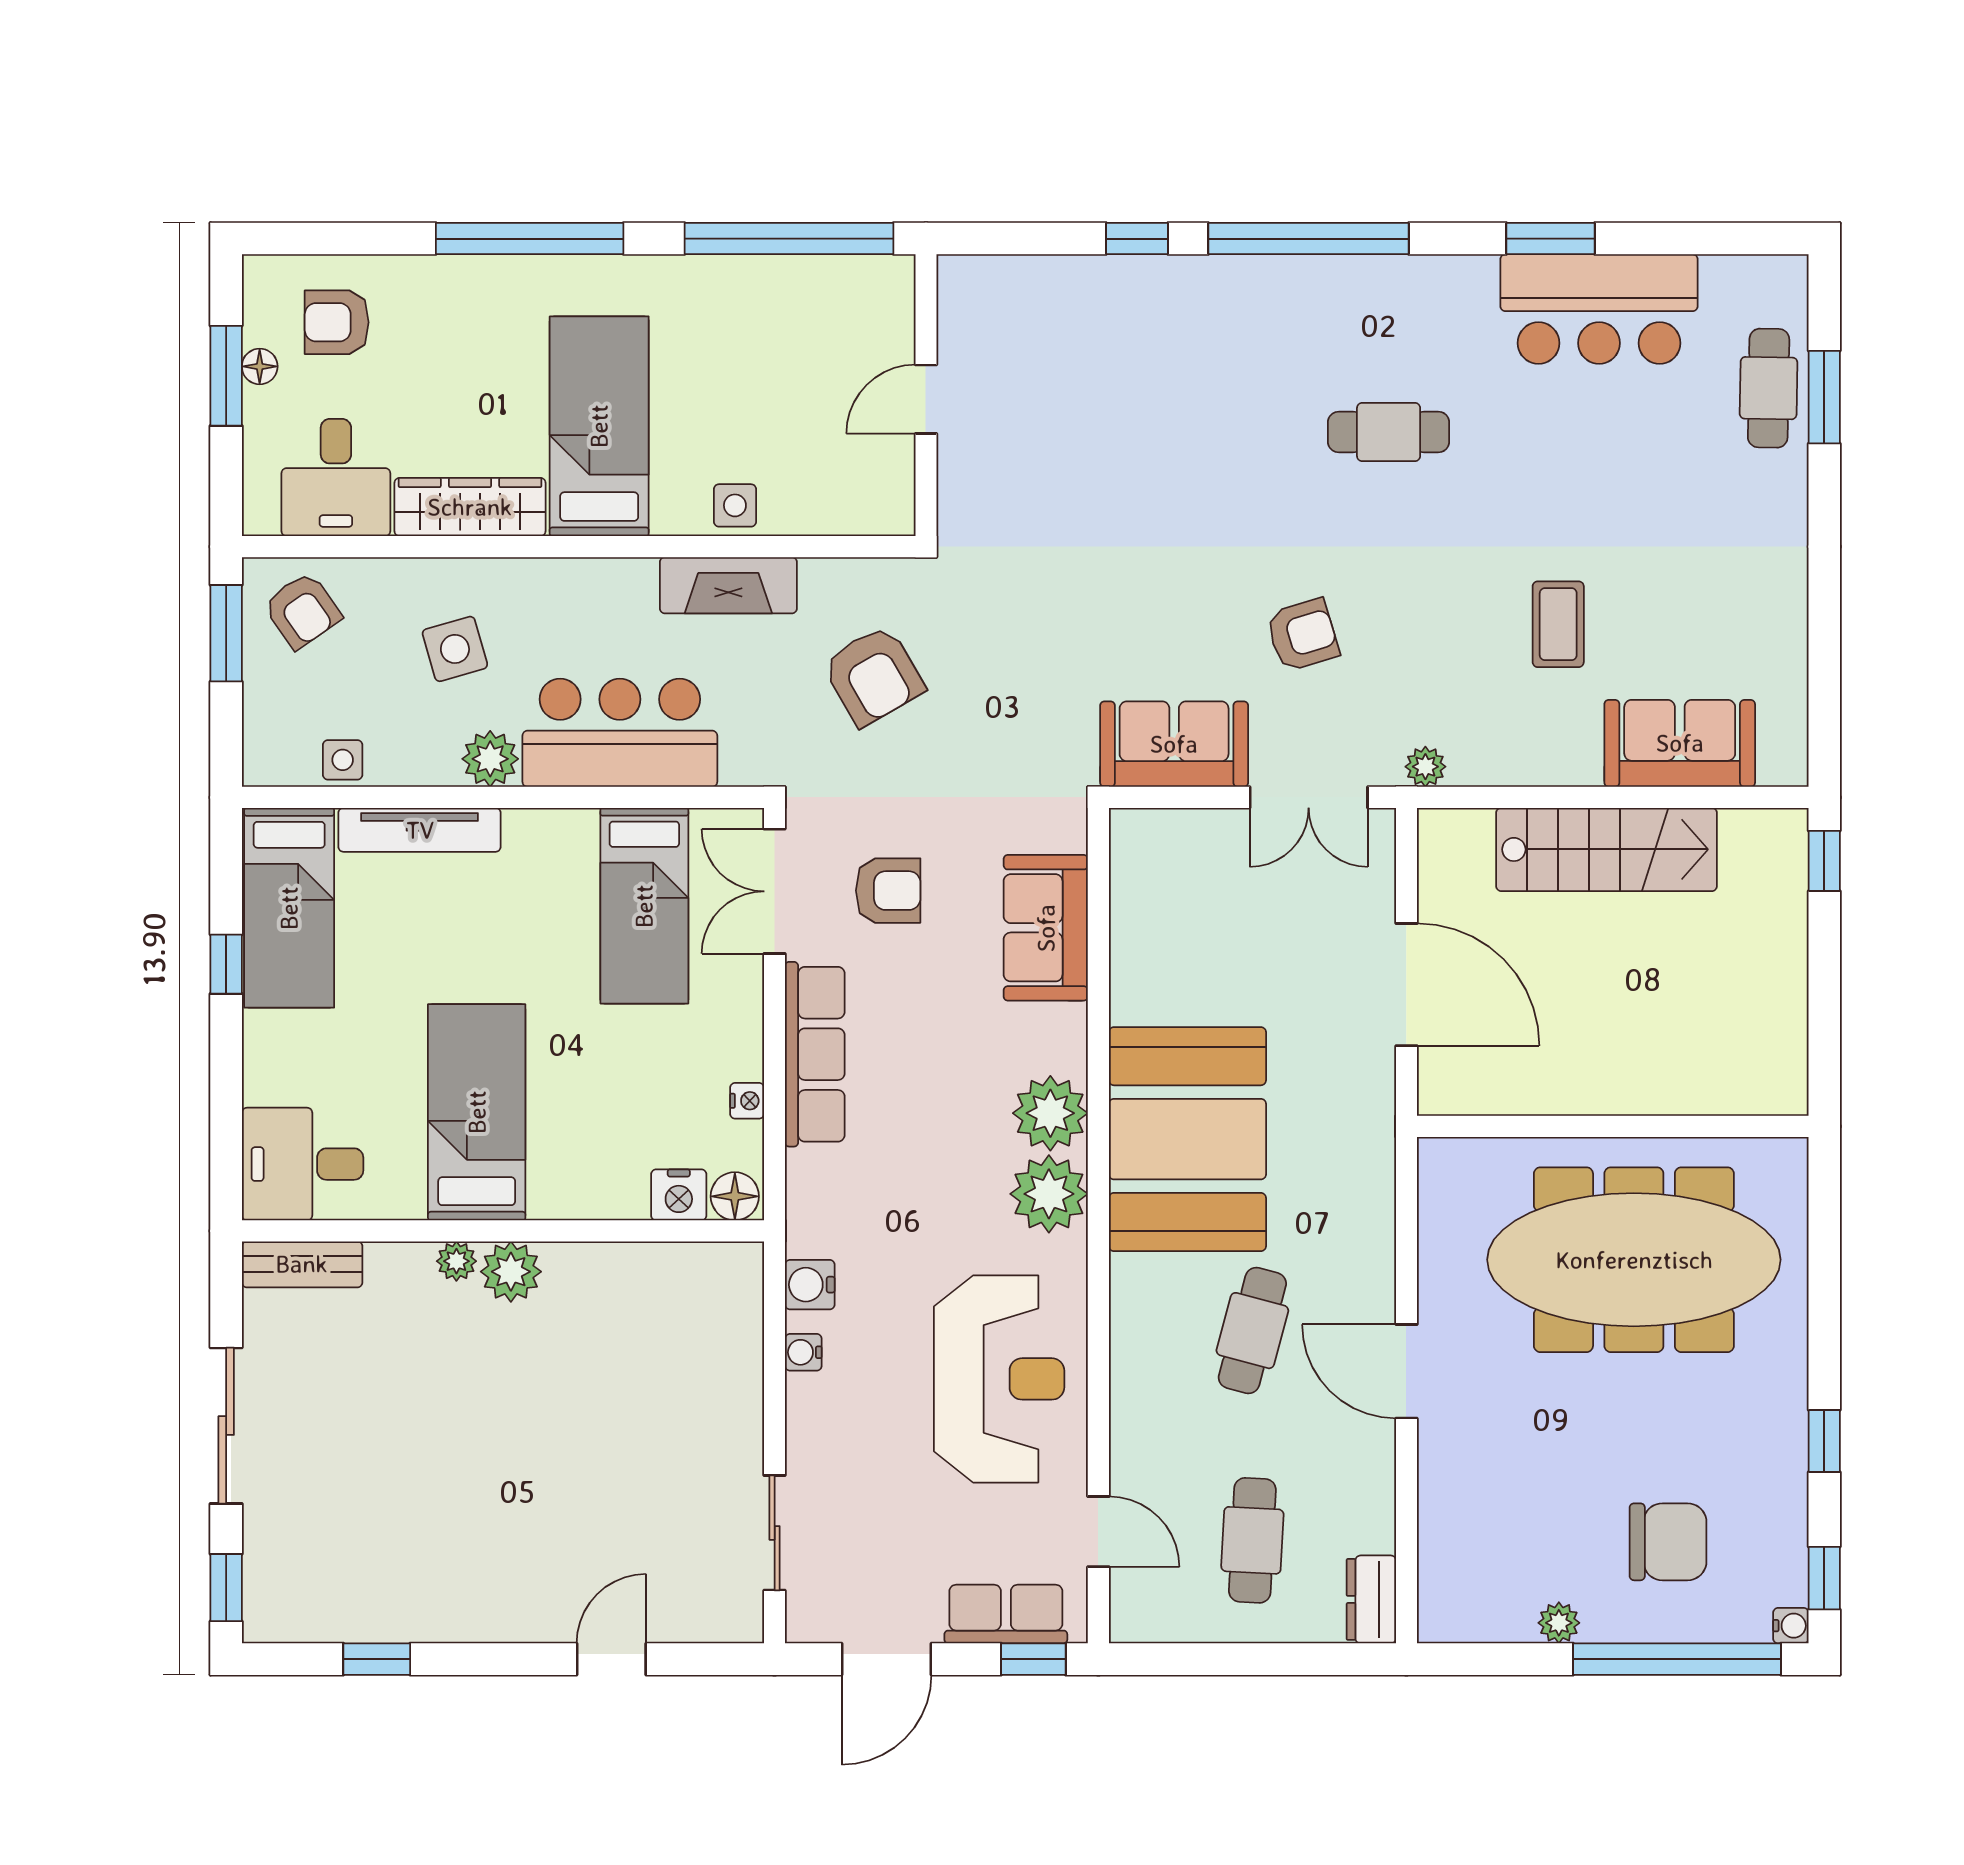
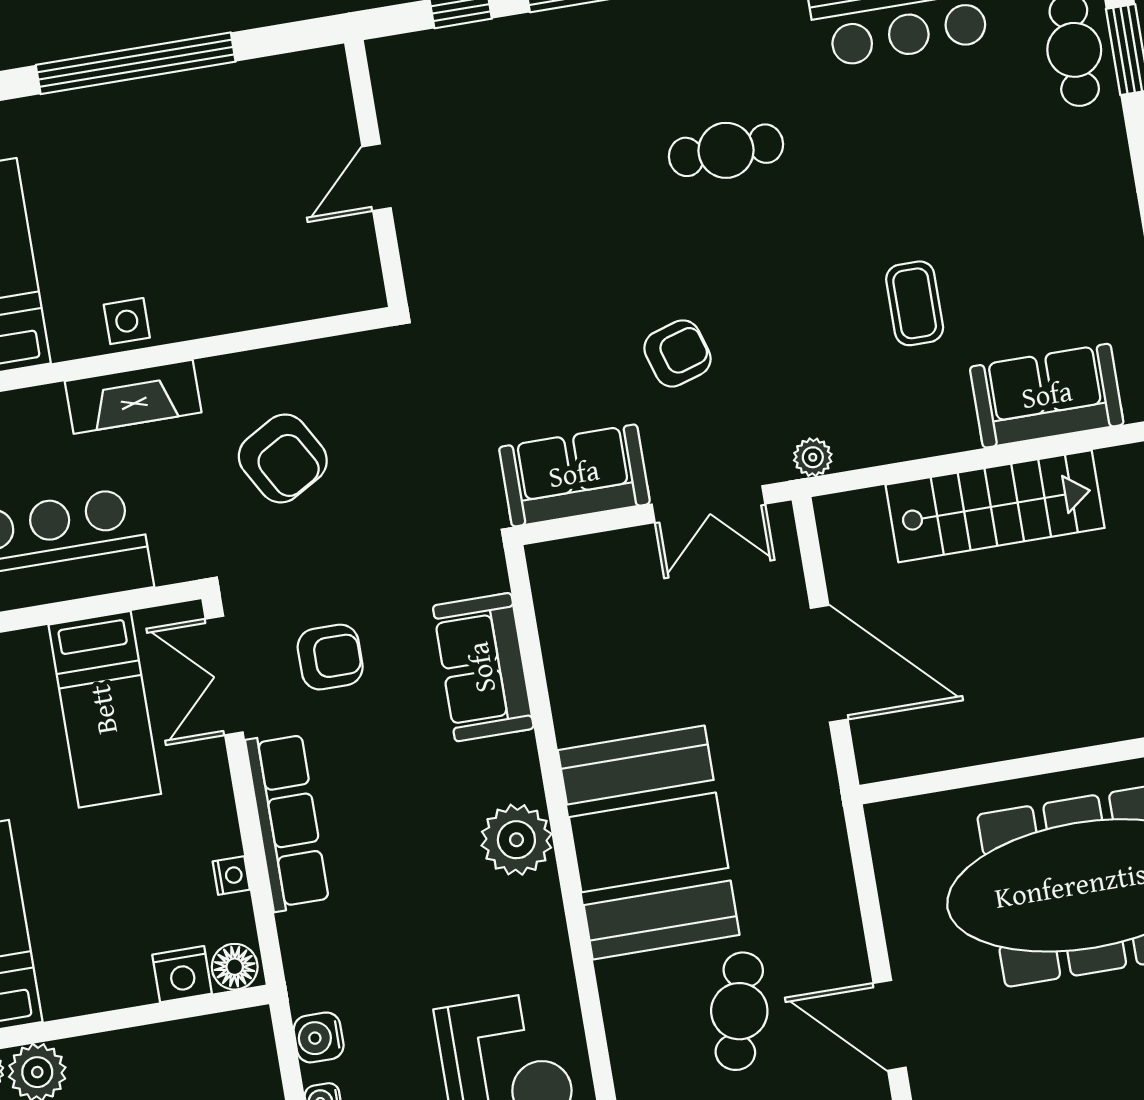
wall: (926, 395) -> (376, 174), moved
door: (926, 399) -> (377, 177), moved
plant: (1049, 1194) -> (528, 915), removed

